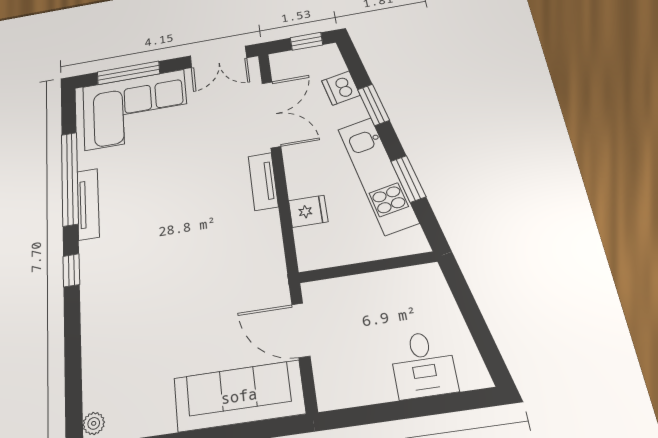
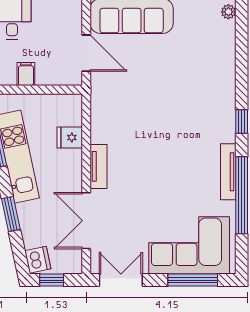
dishwasher: (341, 88) -> (38, 260), moved
filing cabinet: (386, 286) -> (26, 74), added

